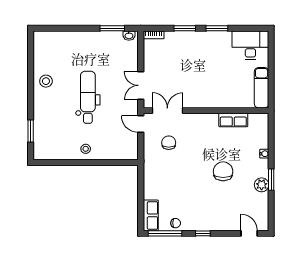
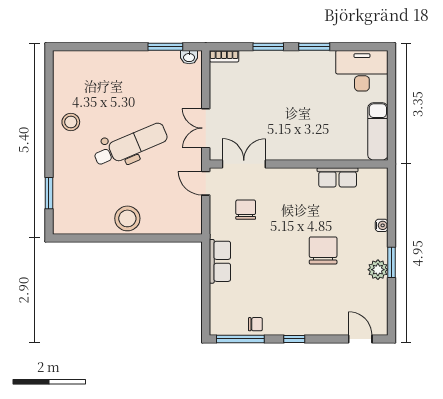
dental chair: (88, 97) -> (131, 145), turned 67
stool: (86, 149) -> (127, 218), width x1.89, depth x1.89
row of seats: (151, 215) -> (220, 261), moved

